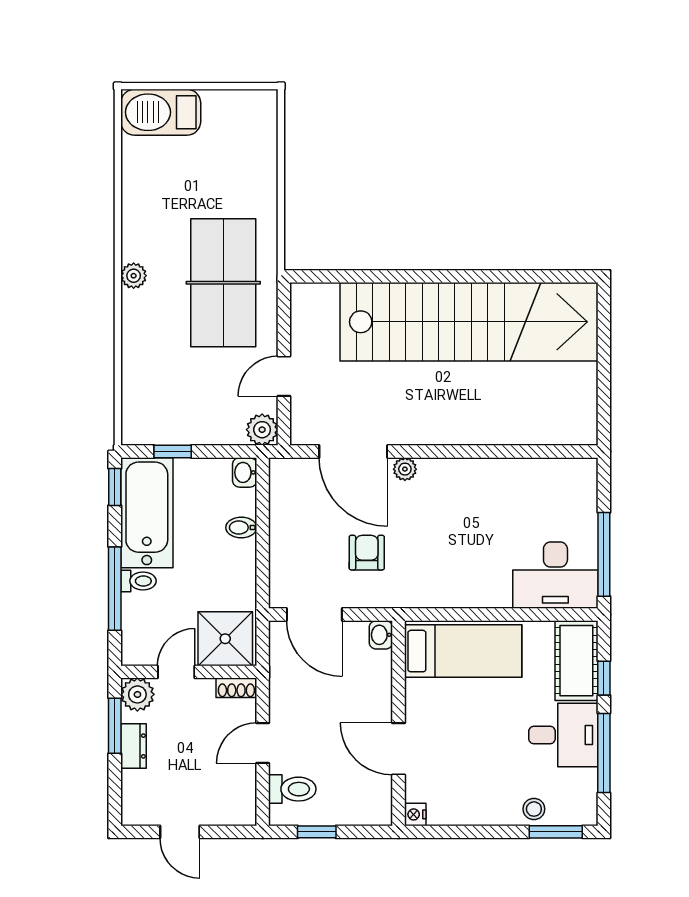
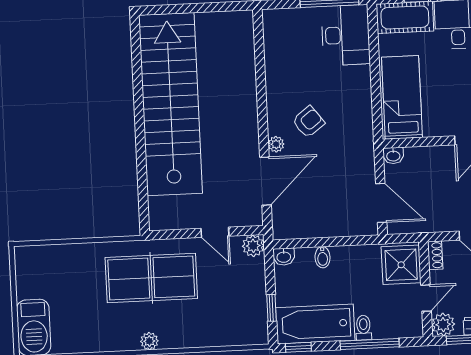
armchair: (367, 553) -> (308, 122), moved, turned 143
door: (314, 614) -> (381, 203), hinge flipped
door: (176, 672) -> (426, 298), swing flipped

